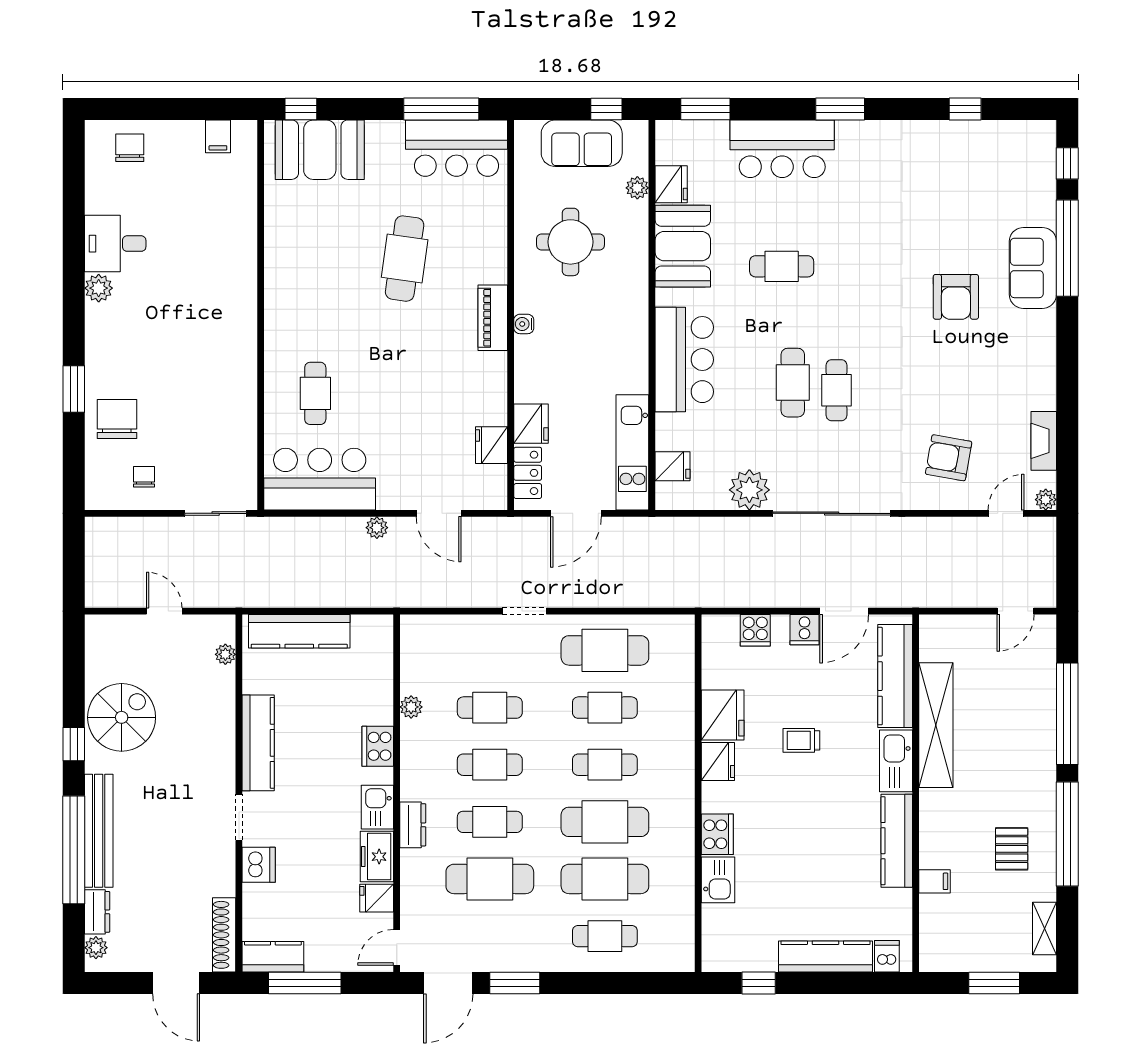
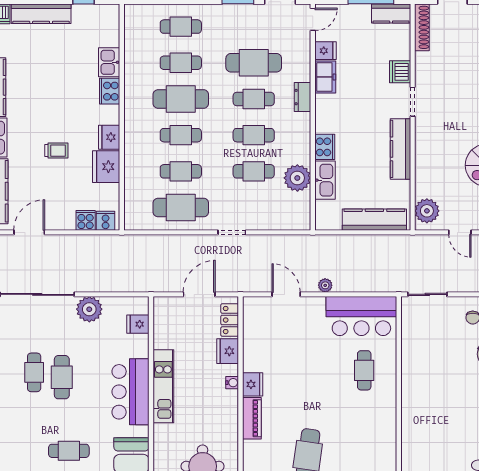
water cooler: (524, 324) -> (232, 383), moved
fridge: (492, 445) -> (253, 384), moved
kitchen unit: (632, 452) -> (163, 386), moved
cooker: (805, 630) -> (106, 221), moved
plant: (225, 654) -> (427, 211), width x1.88, depth x1.88
plant: (411, 707) -> (297, 178), width x1.87, depth x1.87
kitchen sink: (377, 807) -> (325, 180), moved, width x1.38
cafe table: (605, 879) -> (181, 63), width x0.73, depth x0.74

